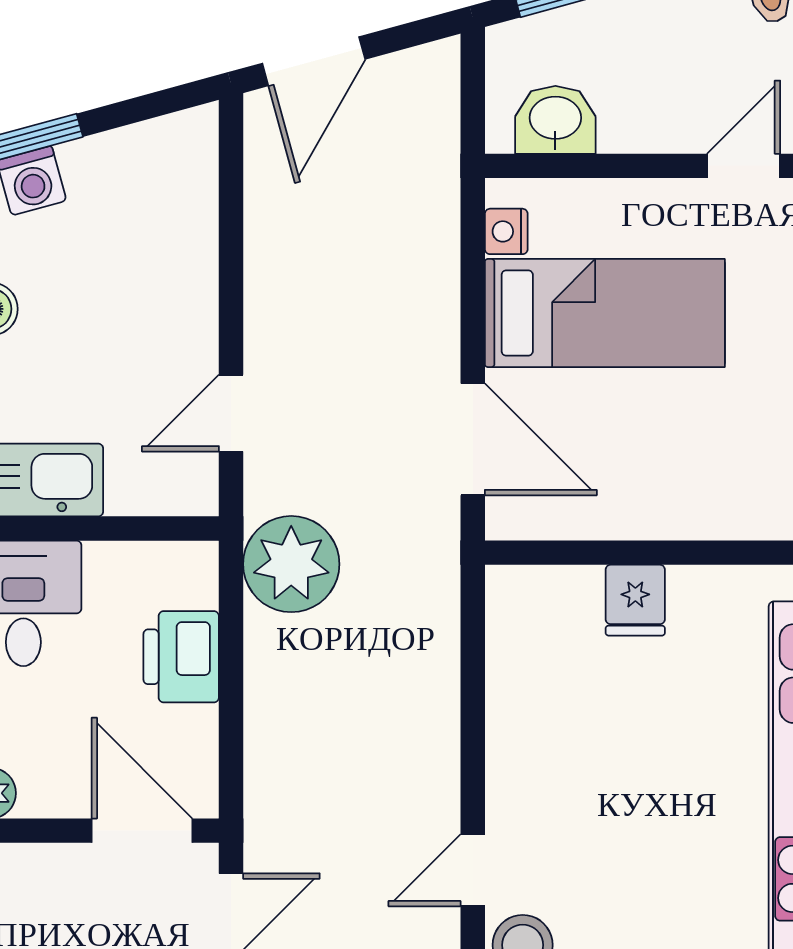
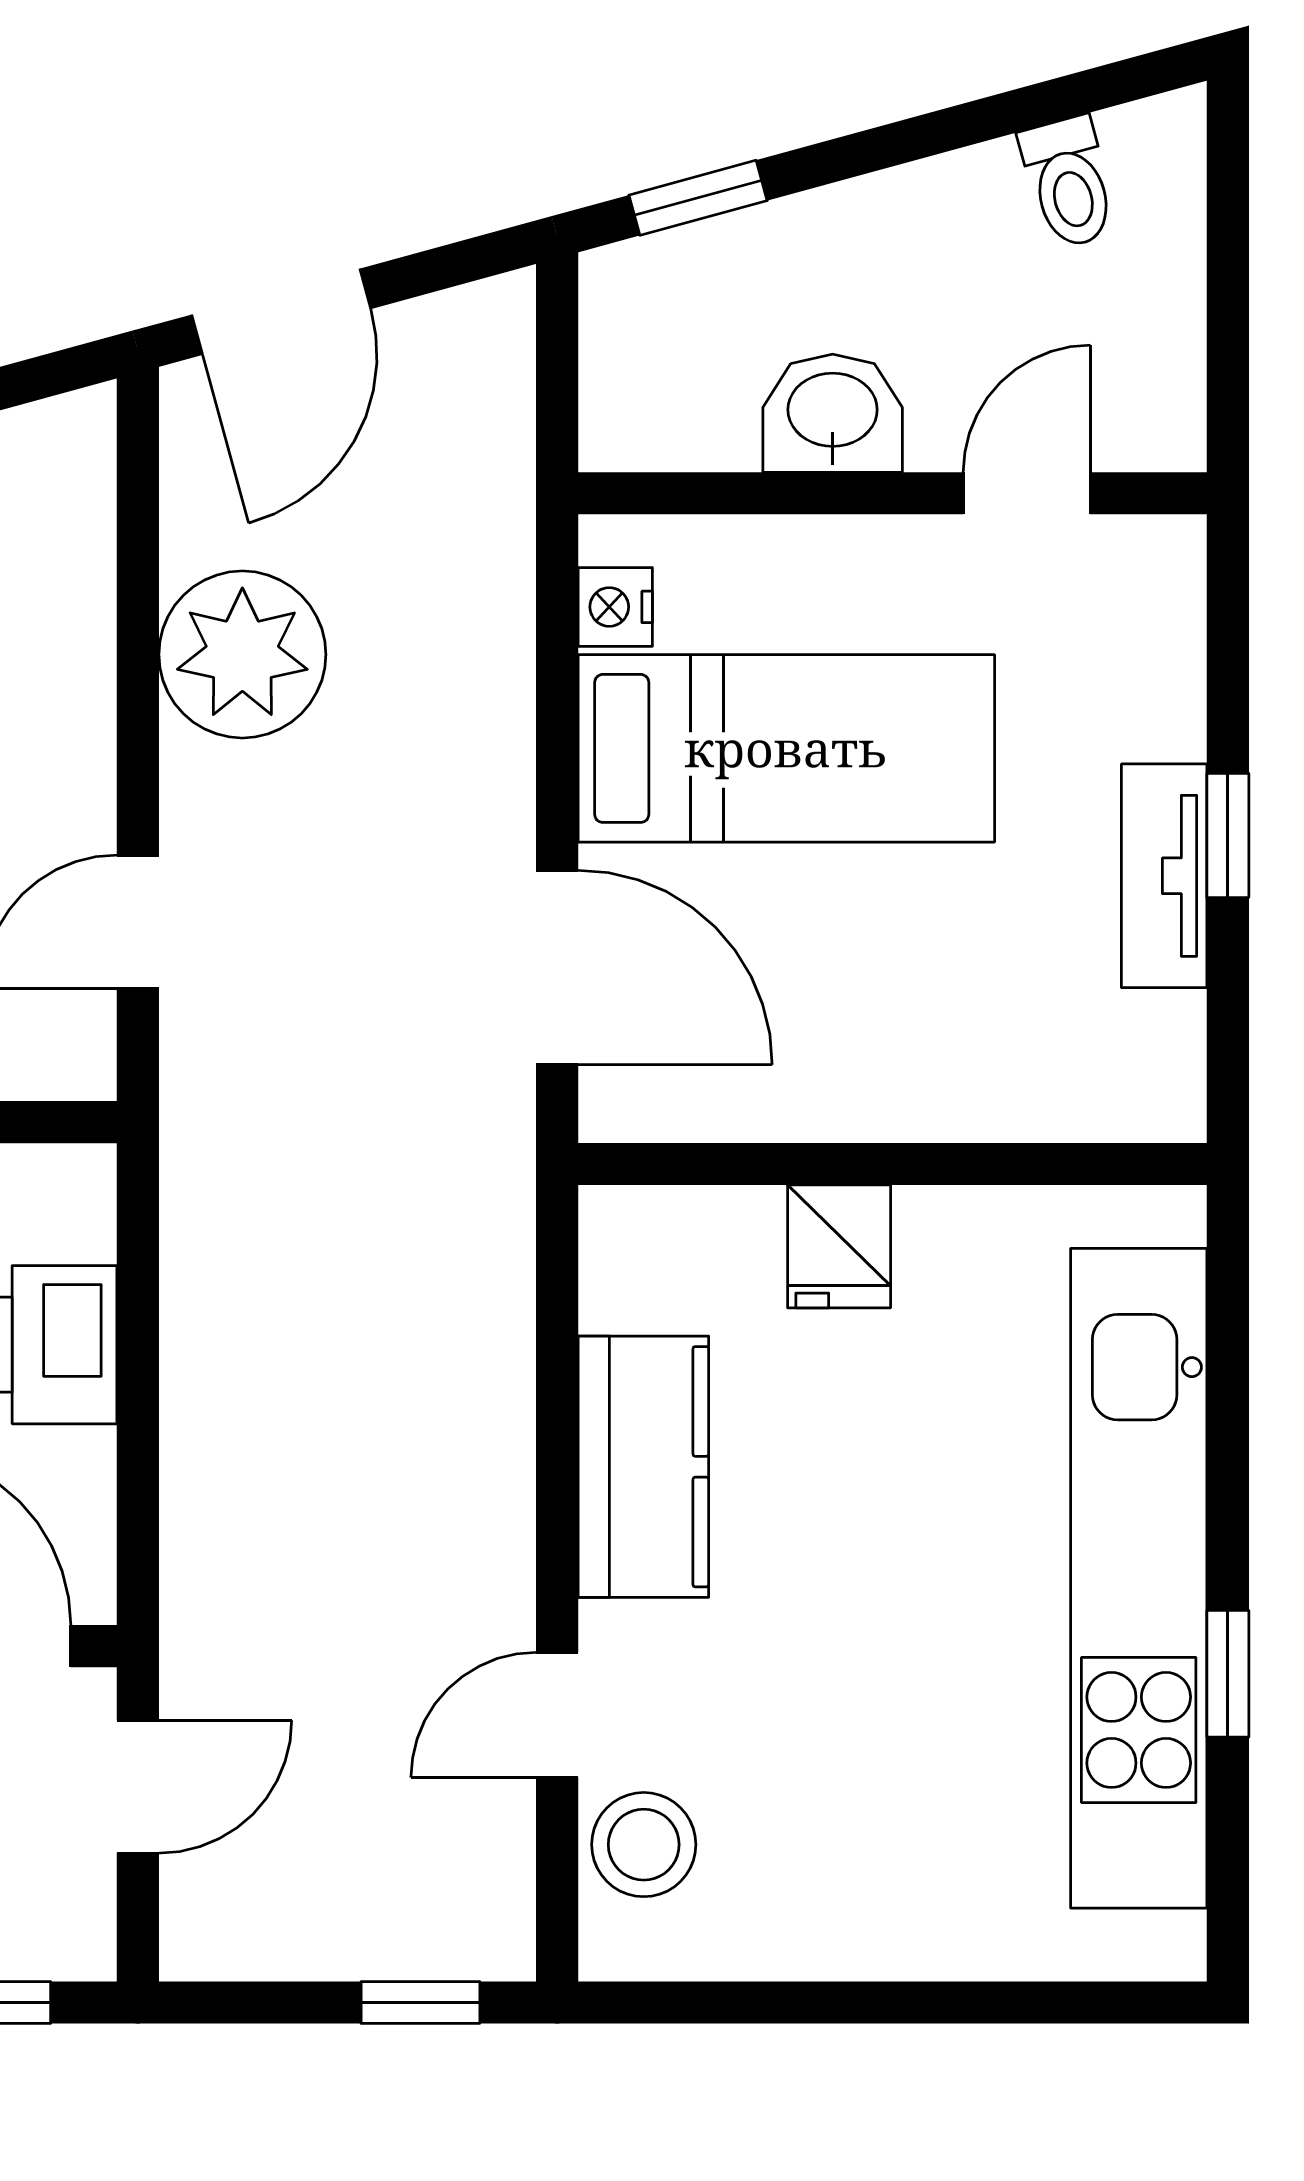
washbasin: (555, 120) -> (833, 413), moved
plant: (291, 564) -> (242, 654), moved
kitchen counter: (522, 727) -> (643, 1467), added

